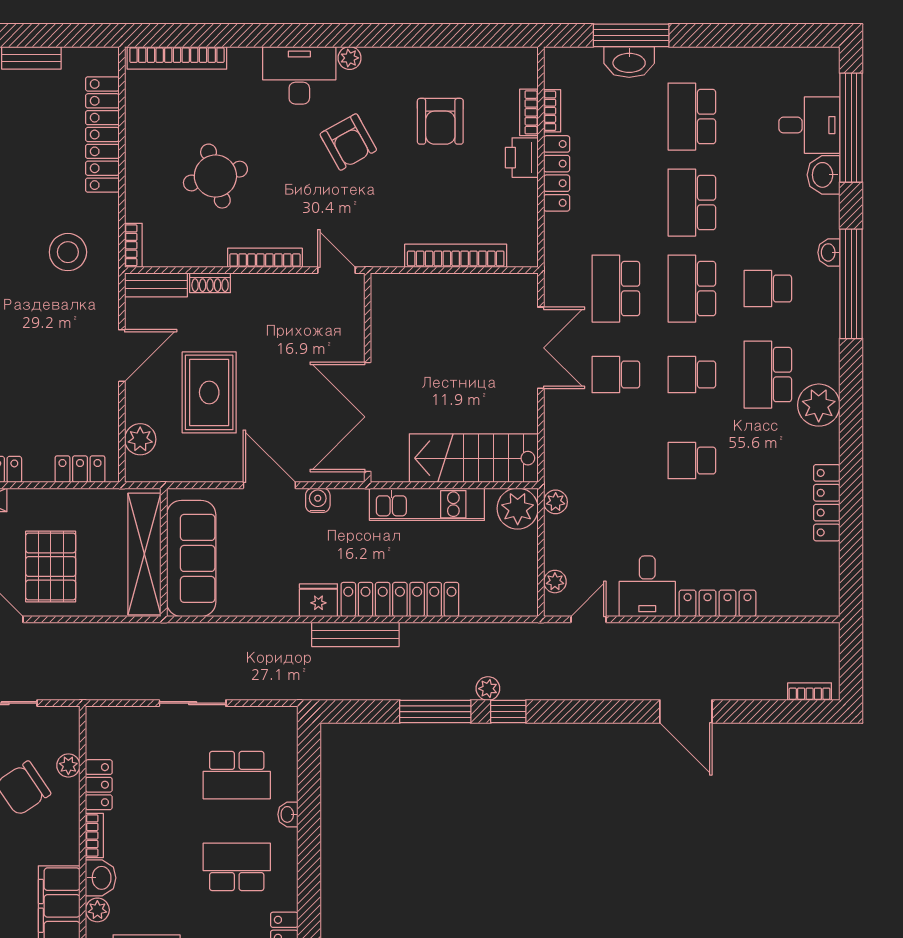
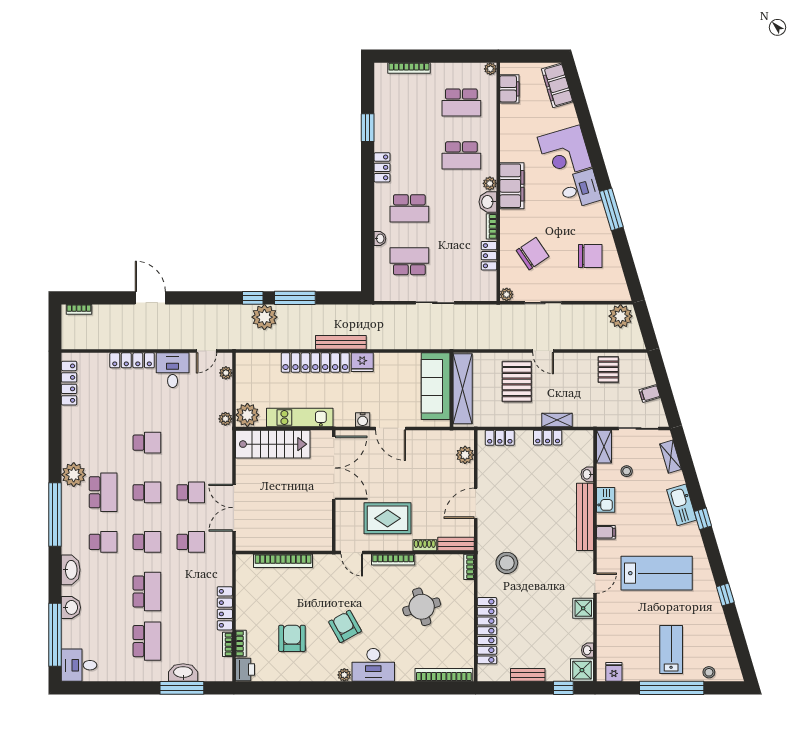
desk: (809, 125) -> (79, 665), moved
printer: (522, 158) -> (245, 670), moved
washbasin: (829, 252) -> (71, 570), width x1.91, depth x1.45
window: (851, 284) -> (55, 515), moved
school desk: (616, 289) -> (191, 542), width x0.54
school desk: (692, 289) -> (147, 542), width x0.54
rug: (209, 392) -> (388, 518), moved, turned 90
locker: (827, 503) -> (69, 383), moved
plant: (488, 689) -> (264, 317), width x1.88, depth x1.88
plant: (68, 765) -> (507, 294), moved

